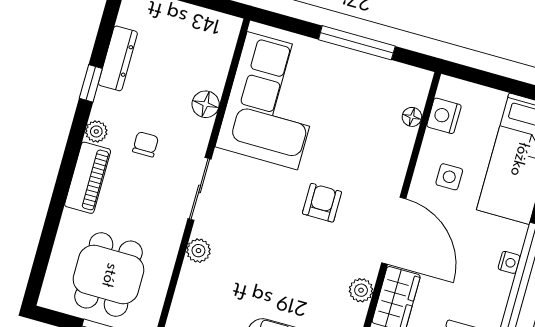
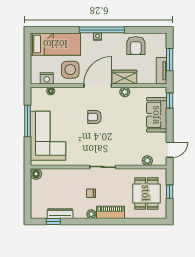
window: (91, 83) -> (53, 222), moved
corner sofa: (272, 101) -> (48, 136), moved, turned 90
floor lamp: (206, 104) -> (36, 174), moved
side table: (449, 177) -> (70, 70), width x1.87, depth x1.87
plant: (198, 251) -> (147, 161), moved
dining table: (109, 275) -> (146, 193), turned 90

